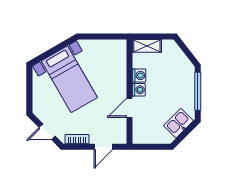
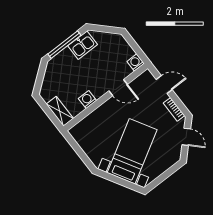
washing machine: (139, 90) -> (136, 62), moved
kitchen sink: (178, 123) -> (83, 45), moved, turned -45

